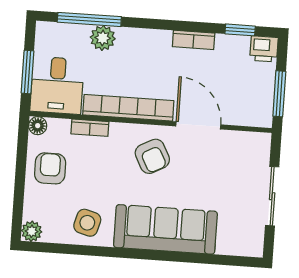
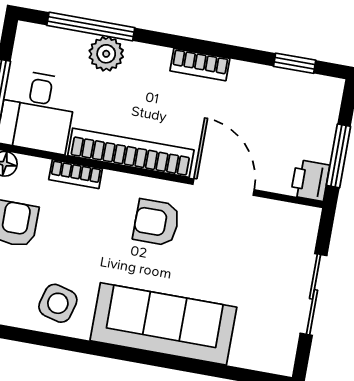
bookcase: (194, 40) -> (200, 65), moved
printer: (264, 49) -> (310, 180), moved, turned 90
armchair: (152, 156) -> (156, 222), turned 118

